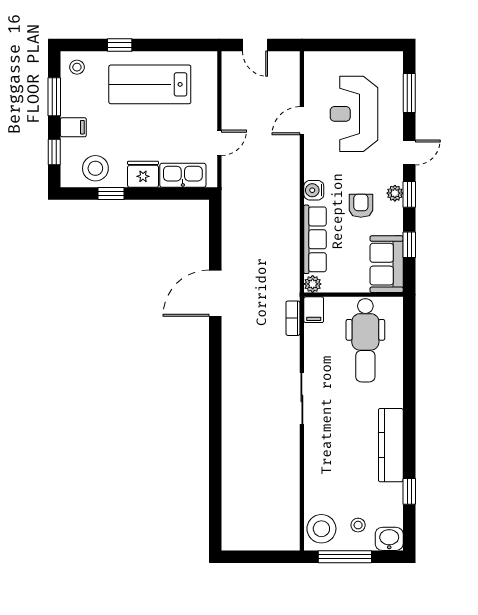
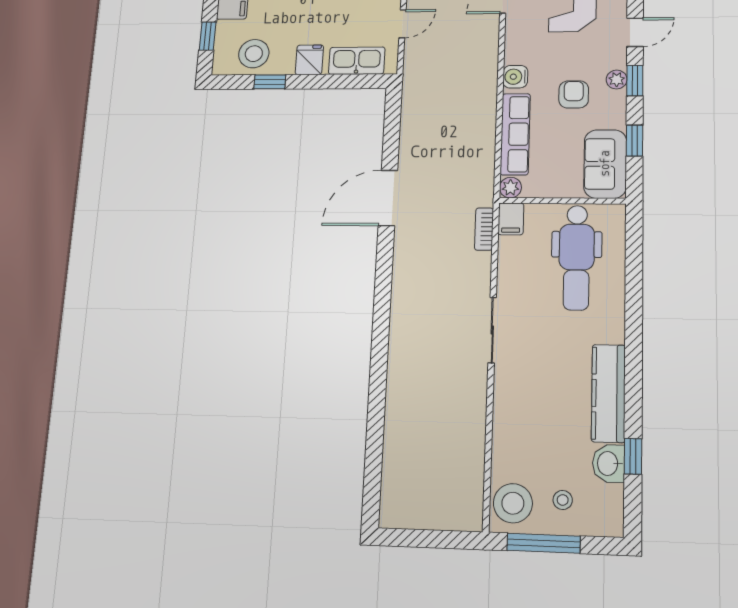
fridge: (143, 174) -> (309, 60), width x0.72
washbasin: (389, 539) -> (609, 463), moved, turned -90

